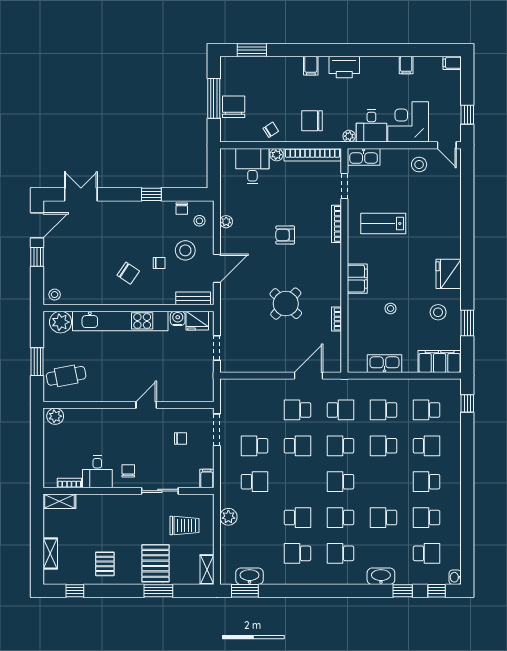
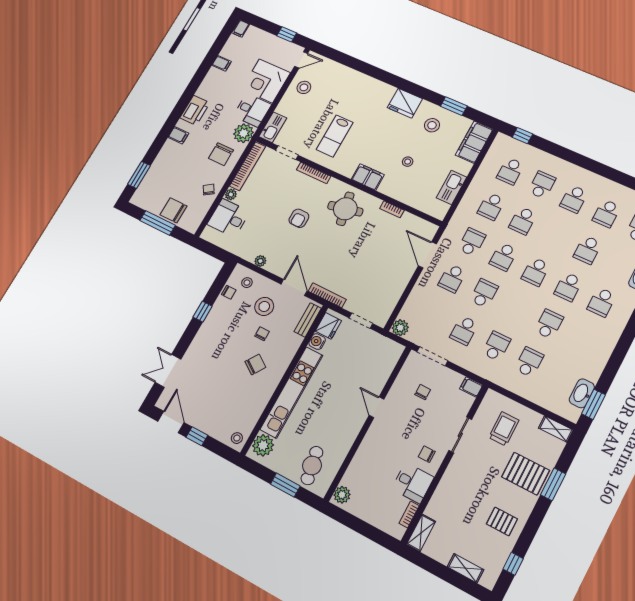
plant: (349, 136) -> (243, 133), width x1.88, depth x1.88
bookcase: (225, 304) -> (327, 295), added
round table: (286, 304) -> (345, 209), moved, turned 35
plant: (228, 517) -> (400, 328), moved
school desk: (297, 553) -> (529, 362), moved, turned 180

